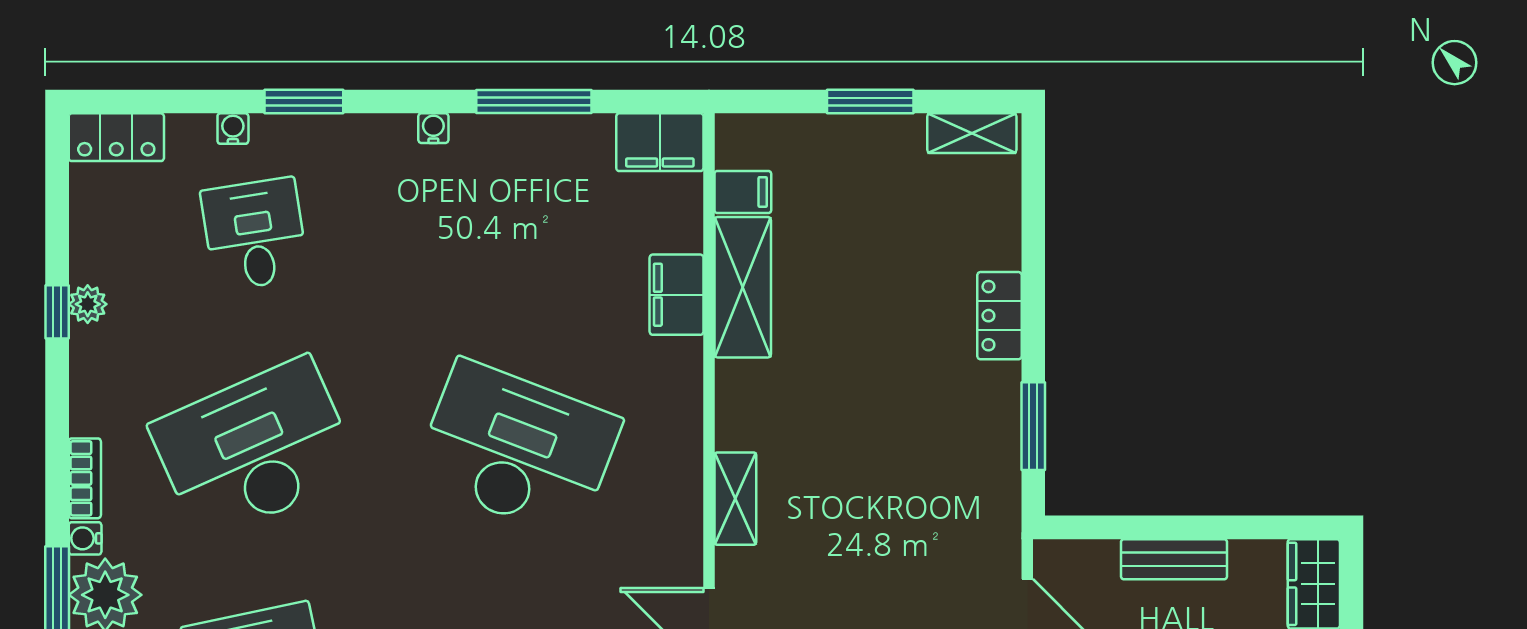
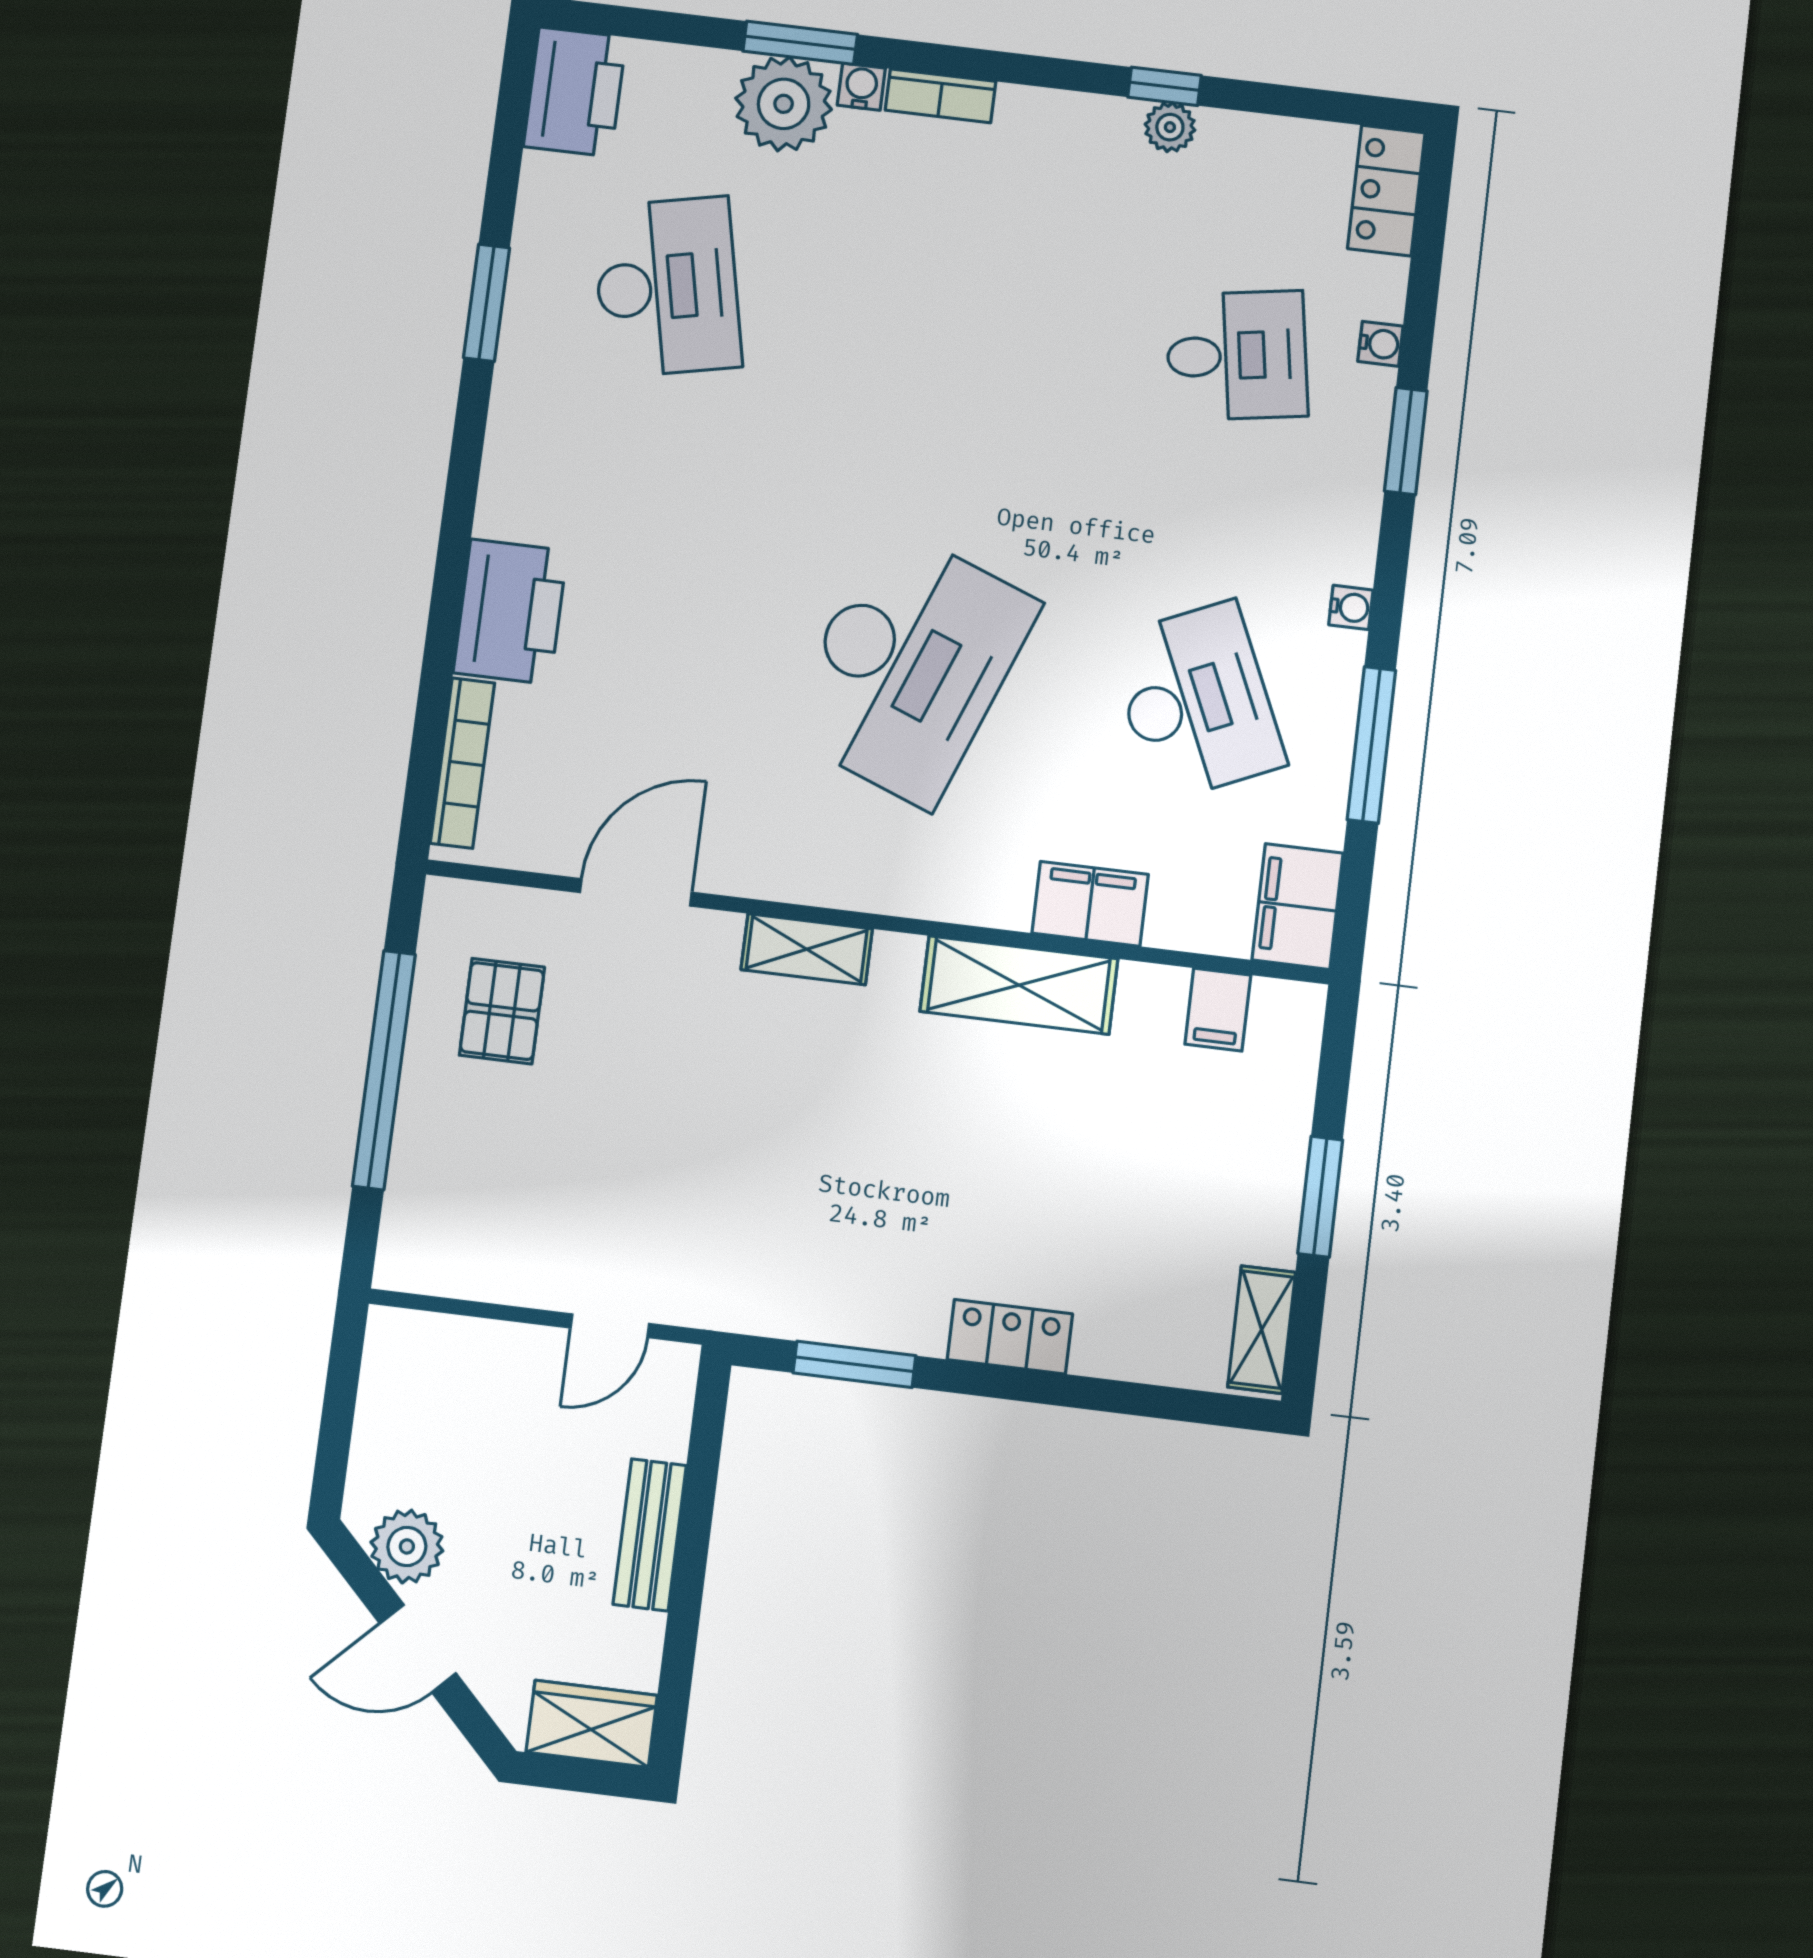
shelving: (743, 287) -> (1019, 985), moved
desk: (255, 449) -> (1196, 701), moved, width x0.73, depth x0.77

